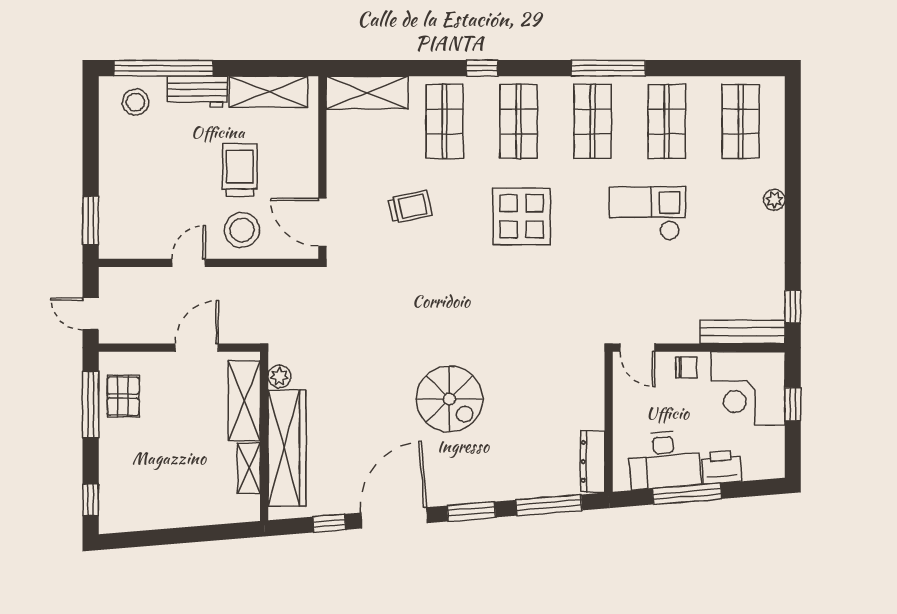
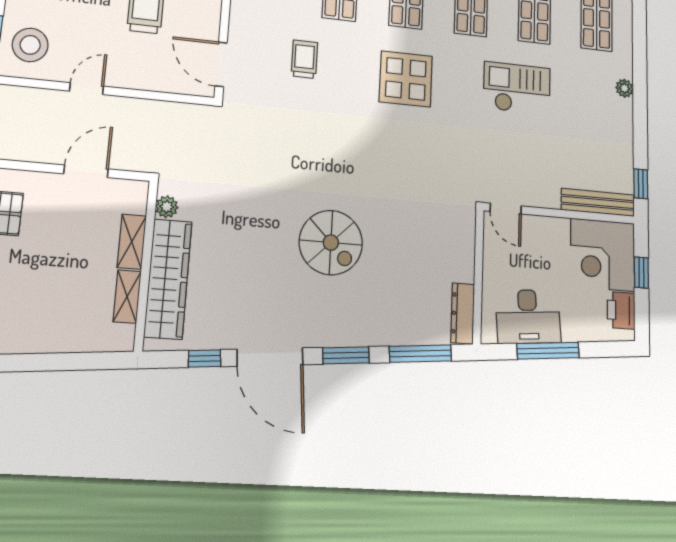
trolley: (410, 207) -> (304, 59), turned -78
stool: (242, 230) -> (30, 45), moved
chair: (686, 368) -> (549, 231), removed
shelving: (244, 401) -> (132, 242), width x0.67, depth x0.75
printer: (721, 467) -> (621, 310), moved, turned -85
door: (394, 518) -> (270, 357), swing flipped

